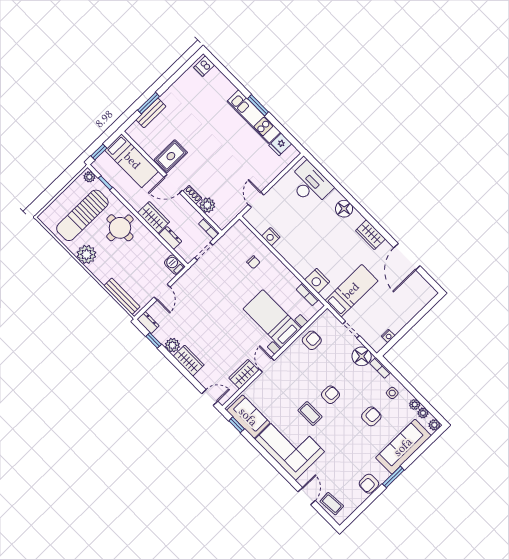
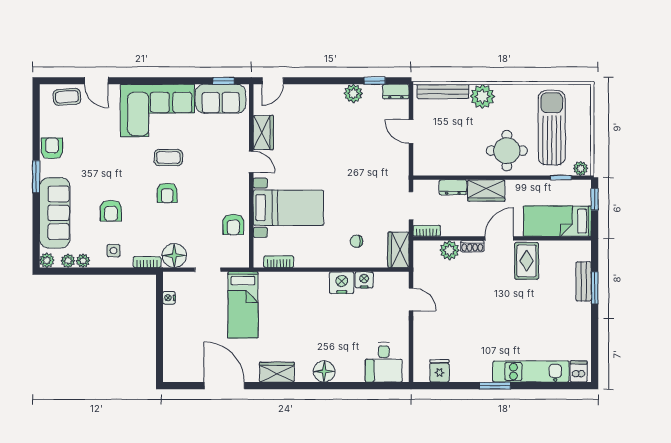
kitchen unit: (254, 117) -> (531, 371), moved
desk: (310, 184) -> (384, 362), width x0.73
plant: (86, 254) -> (482, 96), moved
barbecue: (174, 265) -> (425, 167), removed
nightstand: (317, 281) -> (342, 283), moved
wardrobe: (189, 361) -> (398, 250), moved, turned 90

